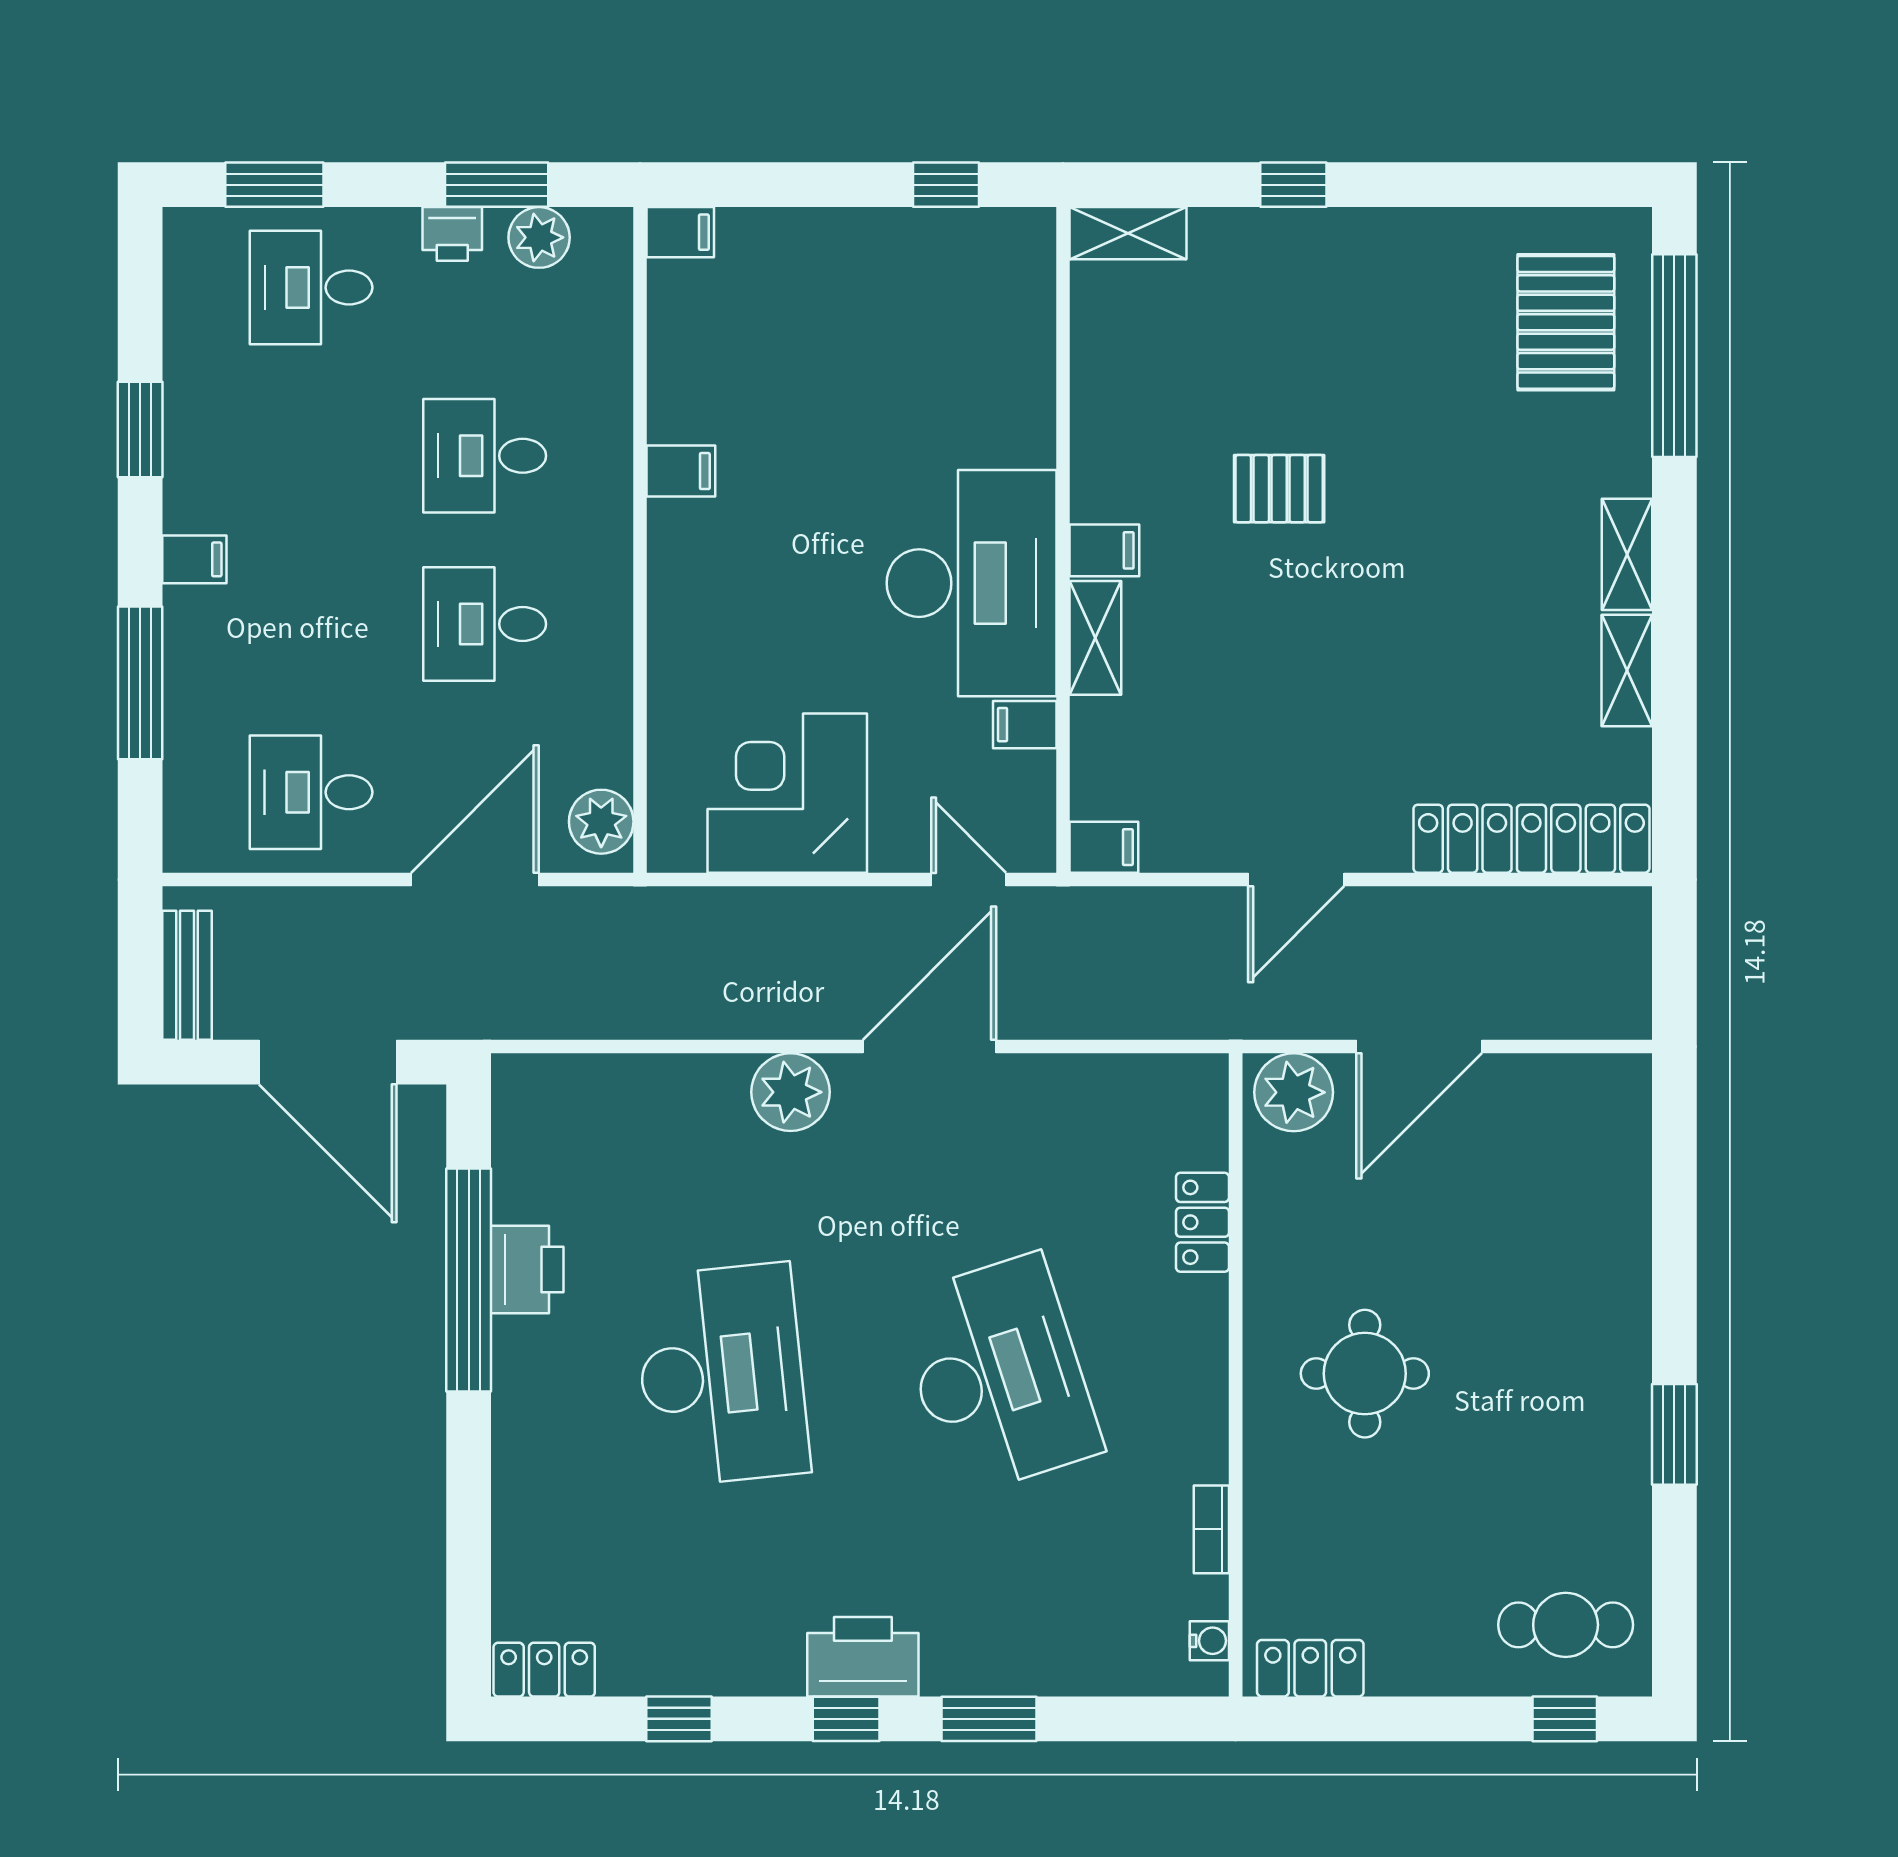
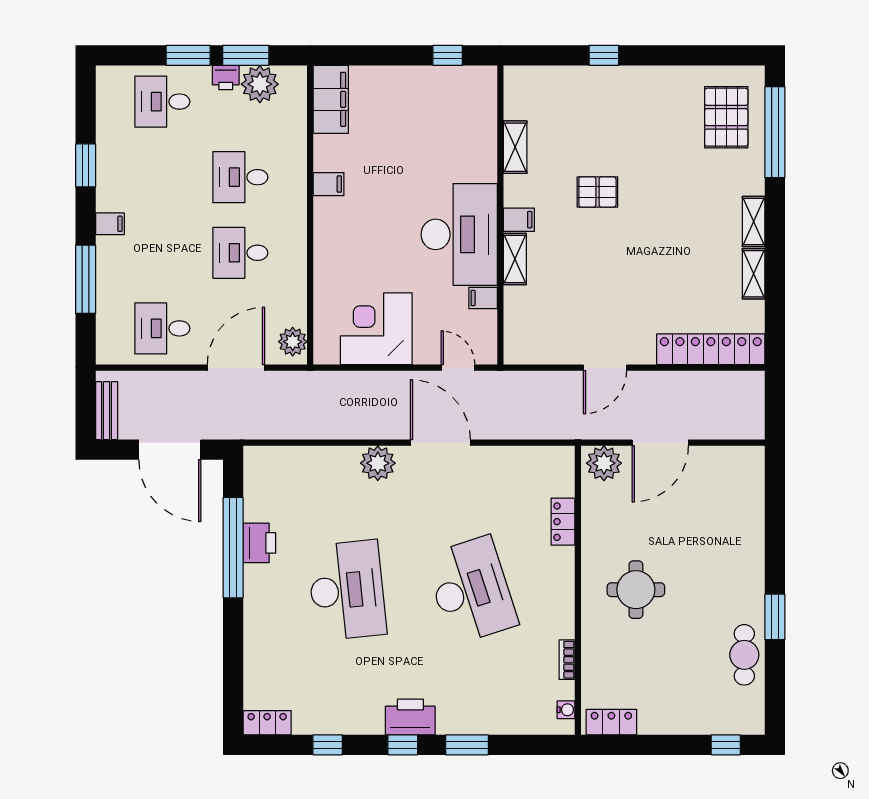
window: (274, 185) -> (188, 55), moved
filing cabinet: (680, 232) -> (331, 99), width x3.00, depth x1.17
shelving: (1128, 233) -> (515, 147), moved, turned 90
plant: (539, 237) -> (260, 84), width x1.36, depth x1.36
filing cabinet: (1104, 847) -> (519, 353), removed
door: (930, 1046) -> (440, 443), hinge flipped
cafe table: (1566, 1625) -> (744, 655), moved, turned 90

